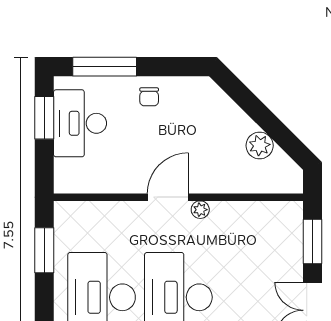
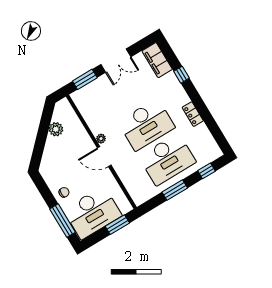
window: (44, 118) -> (117, 225), moved
desk: (80, 123) -> (93, 213), width x1.36, depth x1.30
window: (44, 250) -> (175, 190), moved

